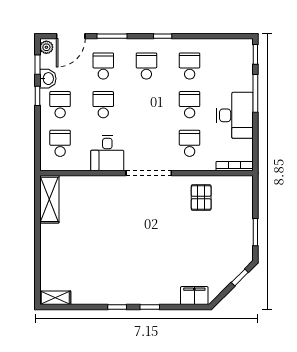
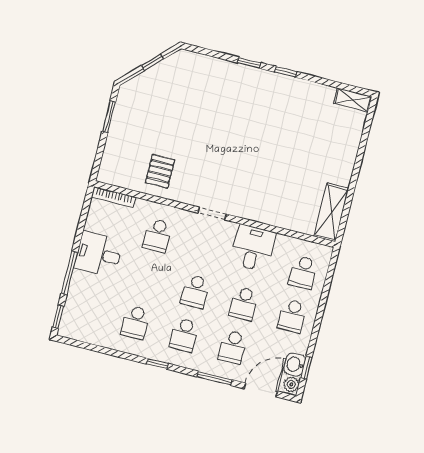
washbasin: (48, 79) -> (295, 364), moved
window: (37, 96) -> (315, 332), removed
school desk: (190, 105) -> (195, 291), moved
desk: (235, 115) -> (99, 254), width x0.73
doorway: (149, 173) -> (212, 214), width x0.53
window: (240, 277) -> (152, 62), moved
filing cabinet: (194, 296) -> (196, 63), removed

